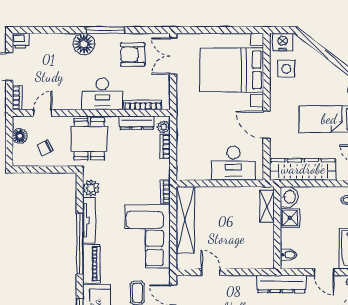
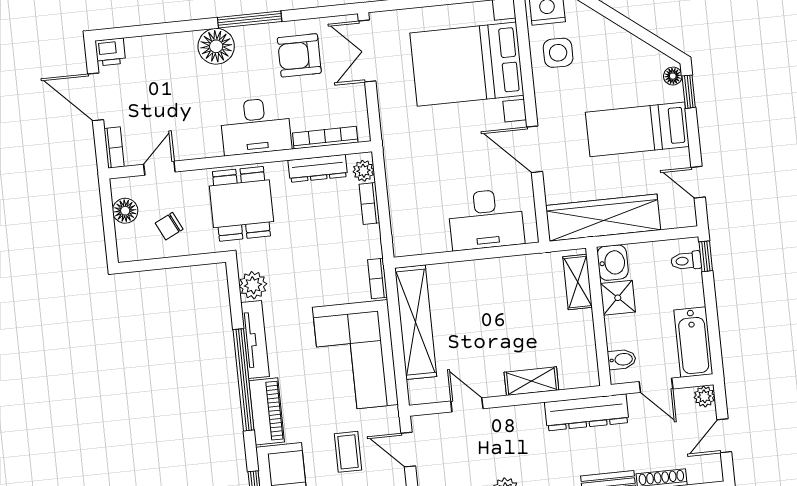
washbasin: (289, 197) -> (613, 263), moved
shelving: (267, 206) -> (578, 282), moved
shower: (290, 218) -> (618, 298), moved
wall: (277, 228) -> (598, 316), moved
bidet: (288, 255) -> (622, 359), moved
shelving: (250, 262) -> (531, 381), added

